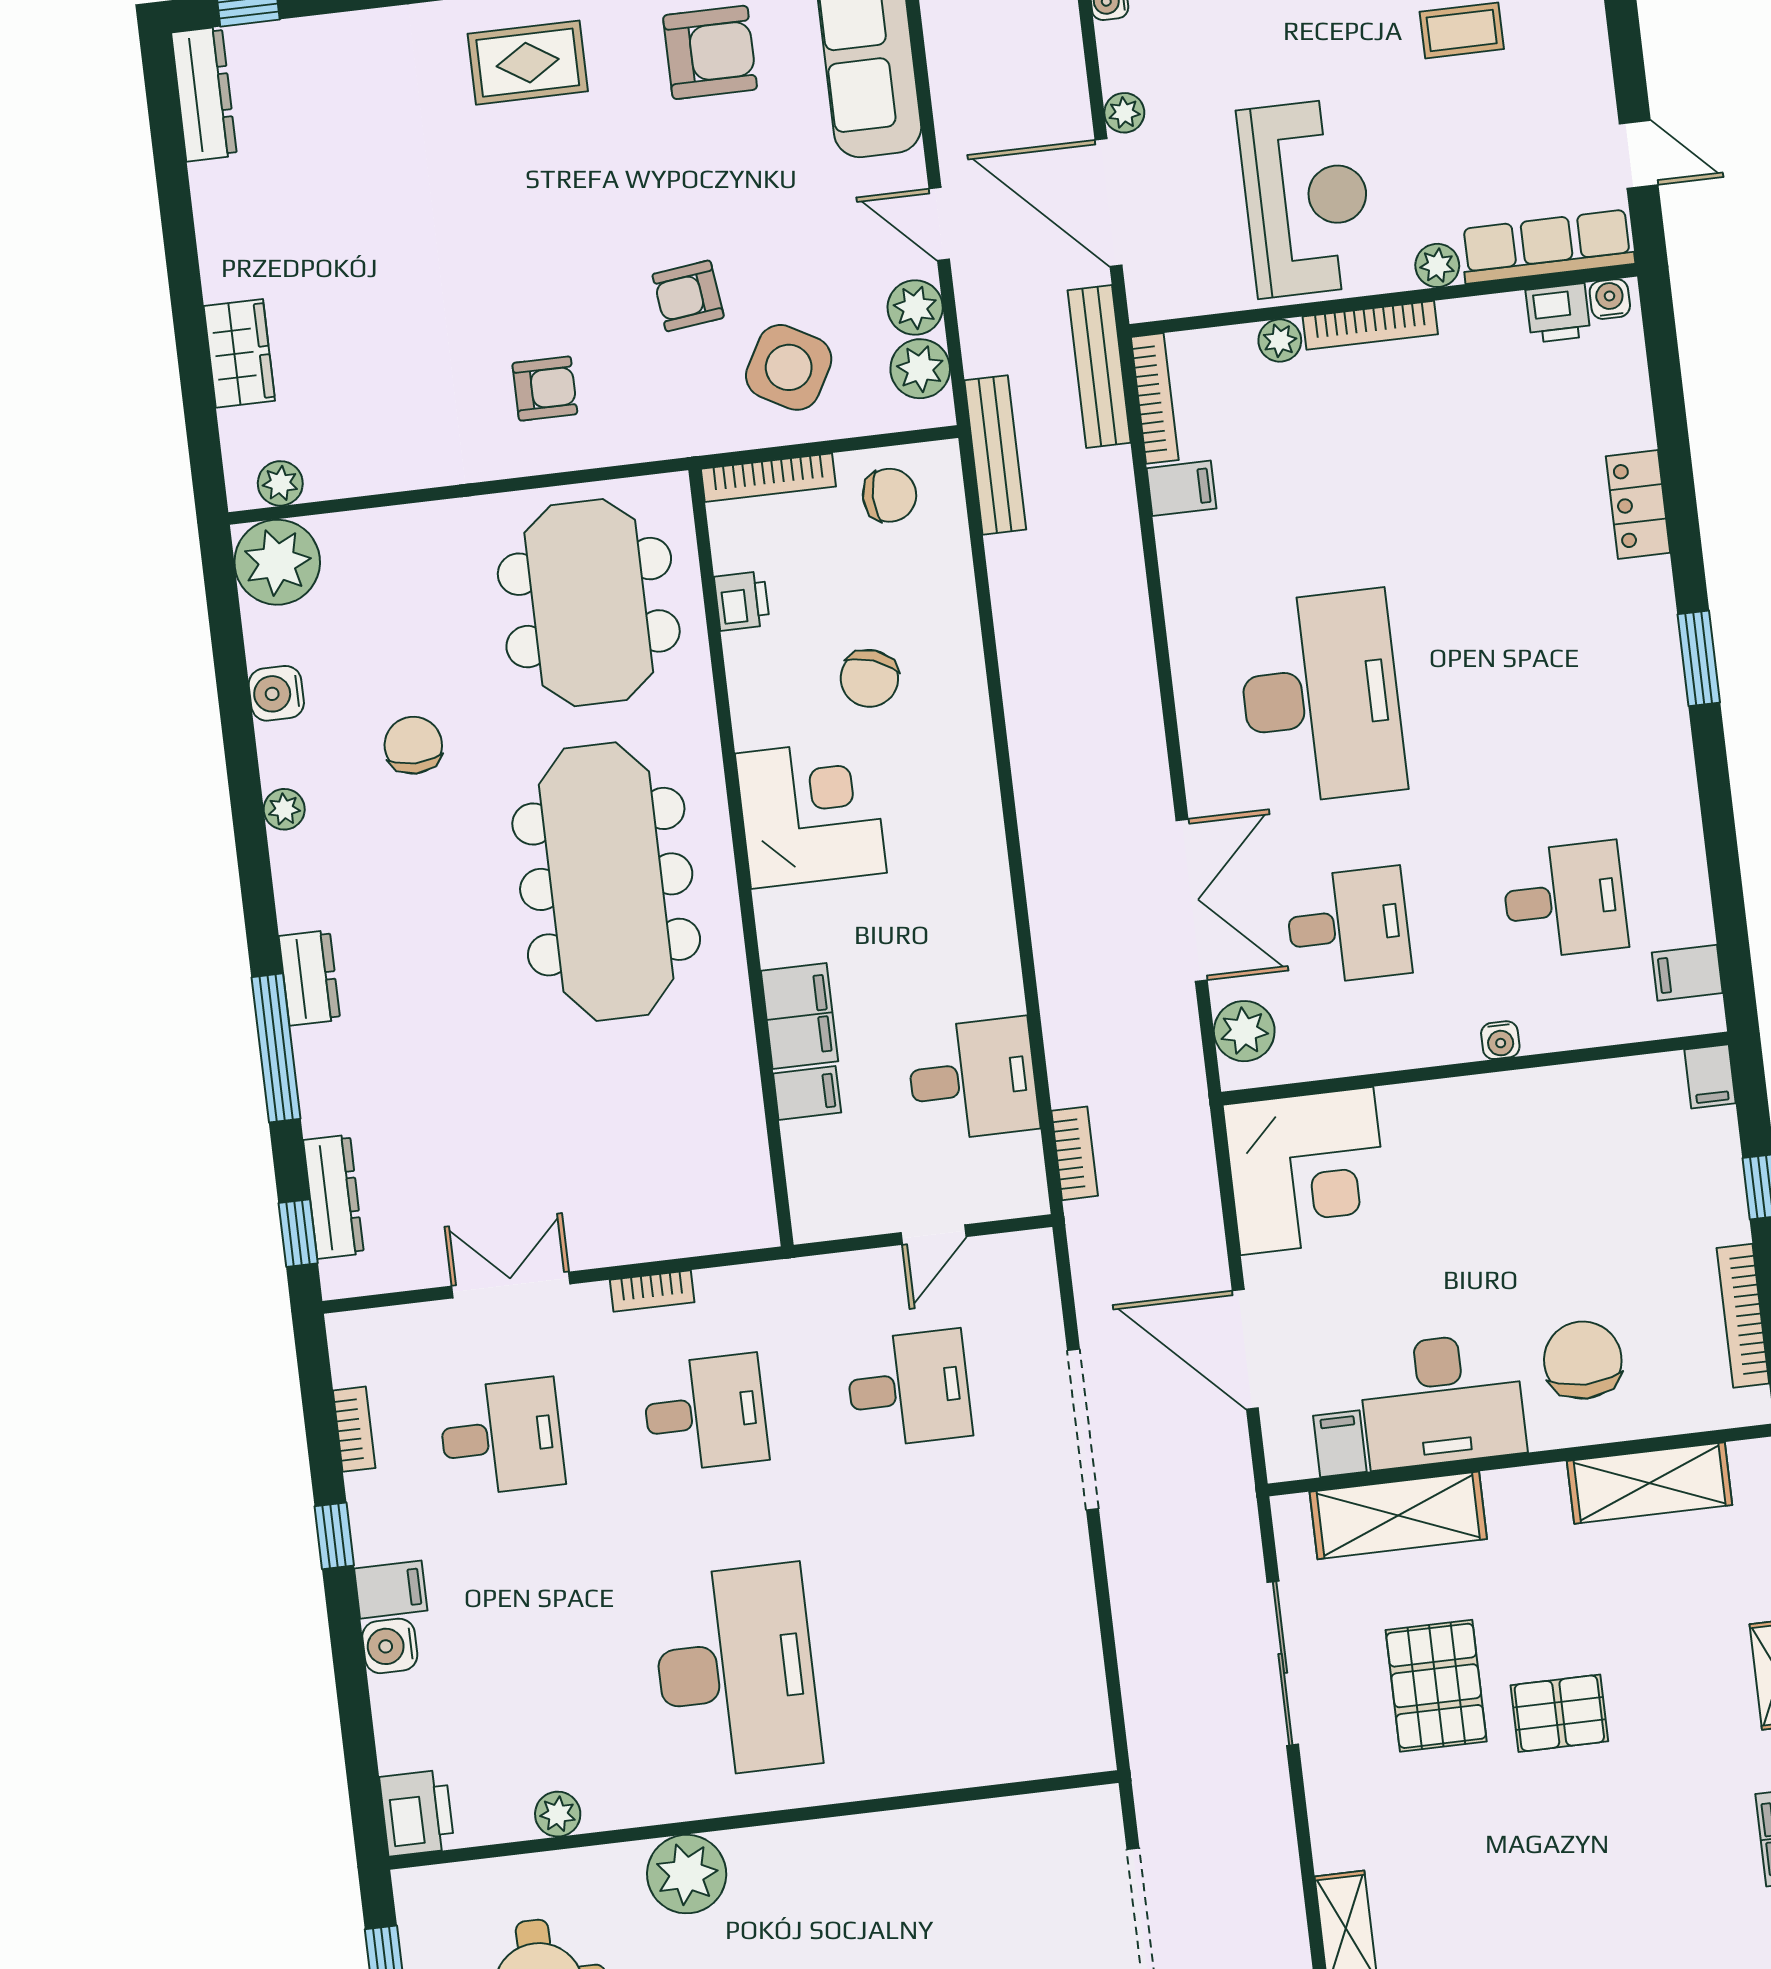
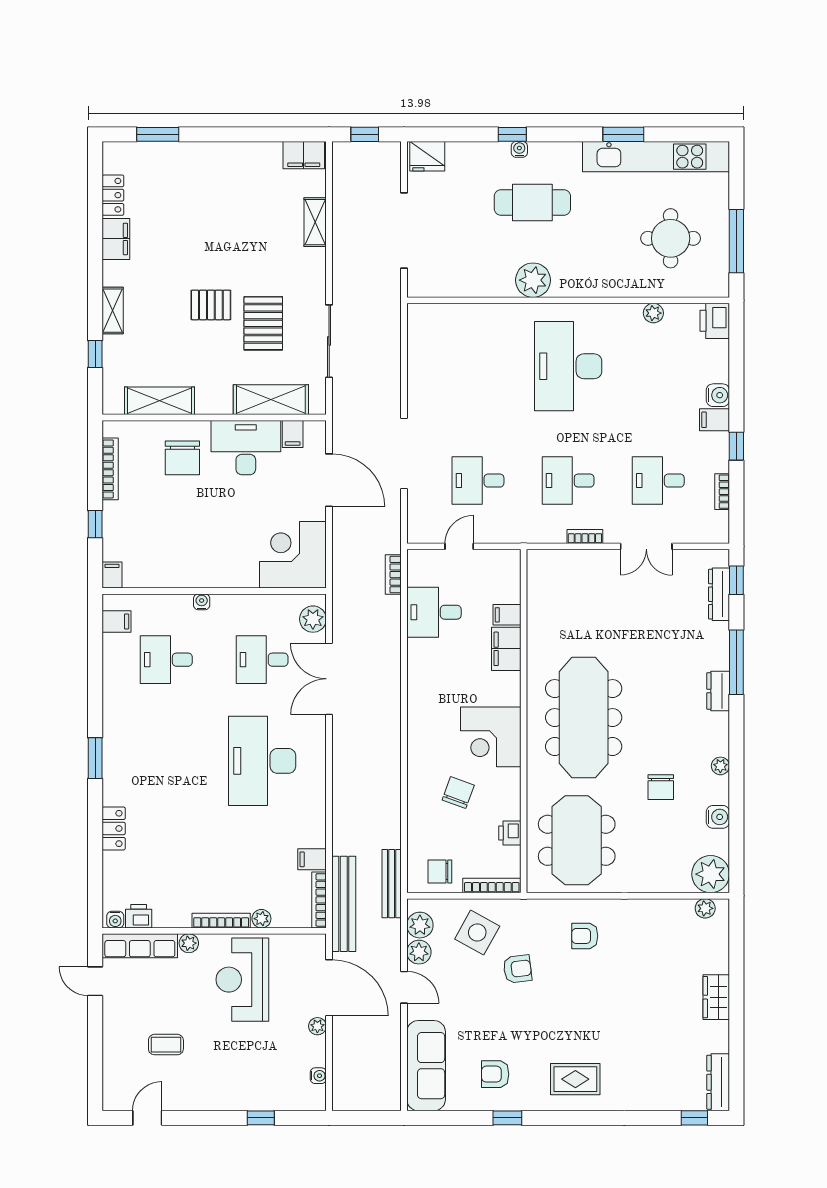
armchair: (710, 52) -> (495, 1074), width x0.72, depth x0.72
wardrobe: (239, 353) -> (716, 997), moved
bench: (1099, 367) -> (344, 904), width x1.37, depth x1.21
plant: (687, 1874) -> (533, 280), moved

